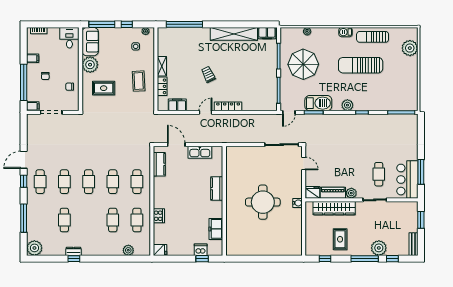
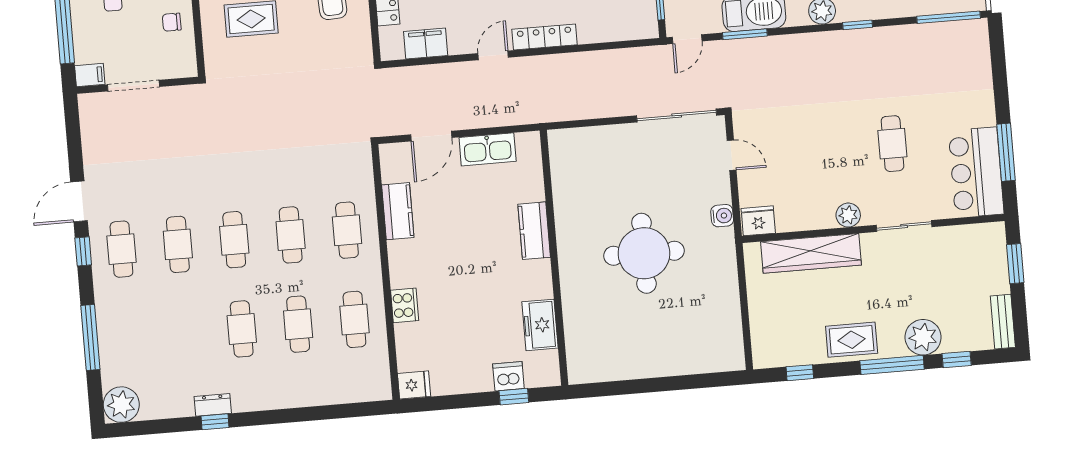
door: (176, 145) -> (431, 136), swing flipped
kitchen counter: (159, 164) -> (398, 211), moved
cafe table: (379, 174) -> (892, 144), moved
piano: (333, 193) -> (805, 218), removed
water cooler: (298, 203) -> (722, 216), moved
cafe table: (64, 220) -> (242, 329), moved
rug: (340, 239) -> (852, 340), moved, turned 90
plant: (128, 250) -> (340, 392), removed

